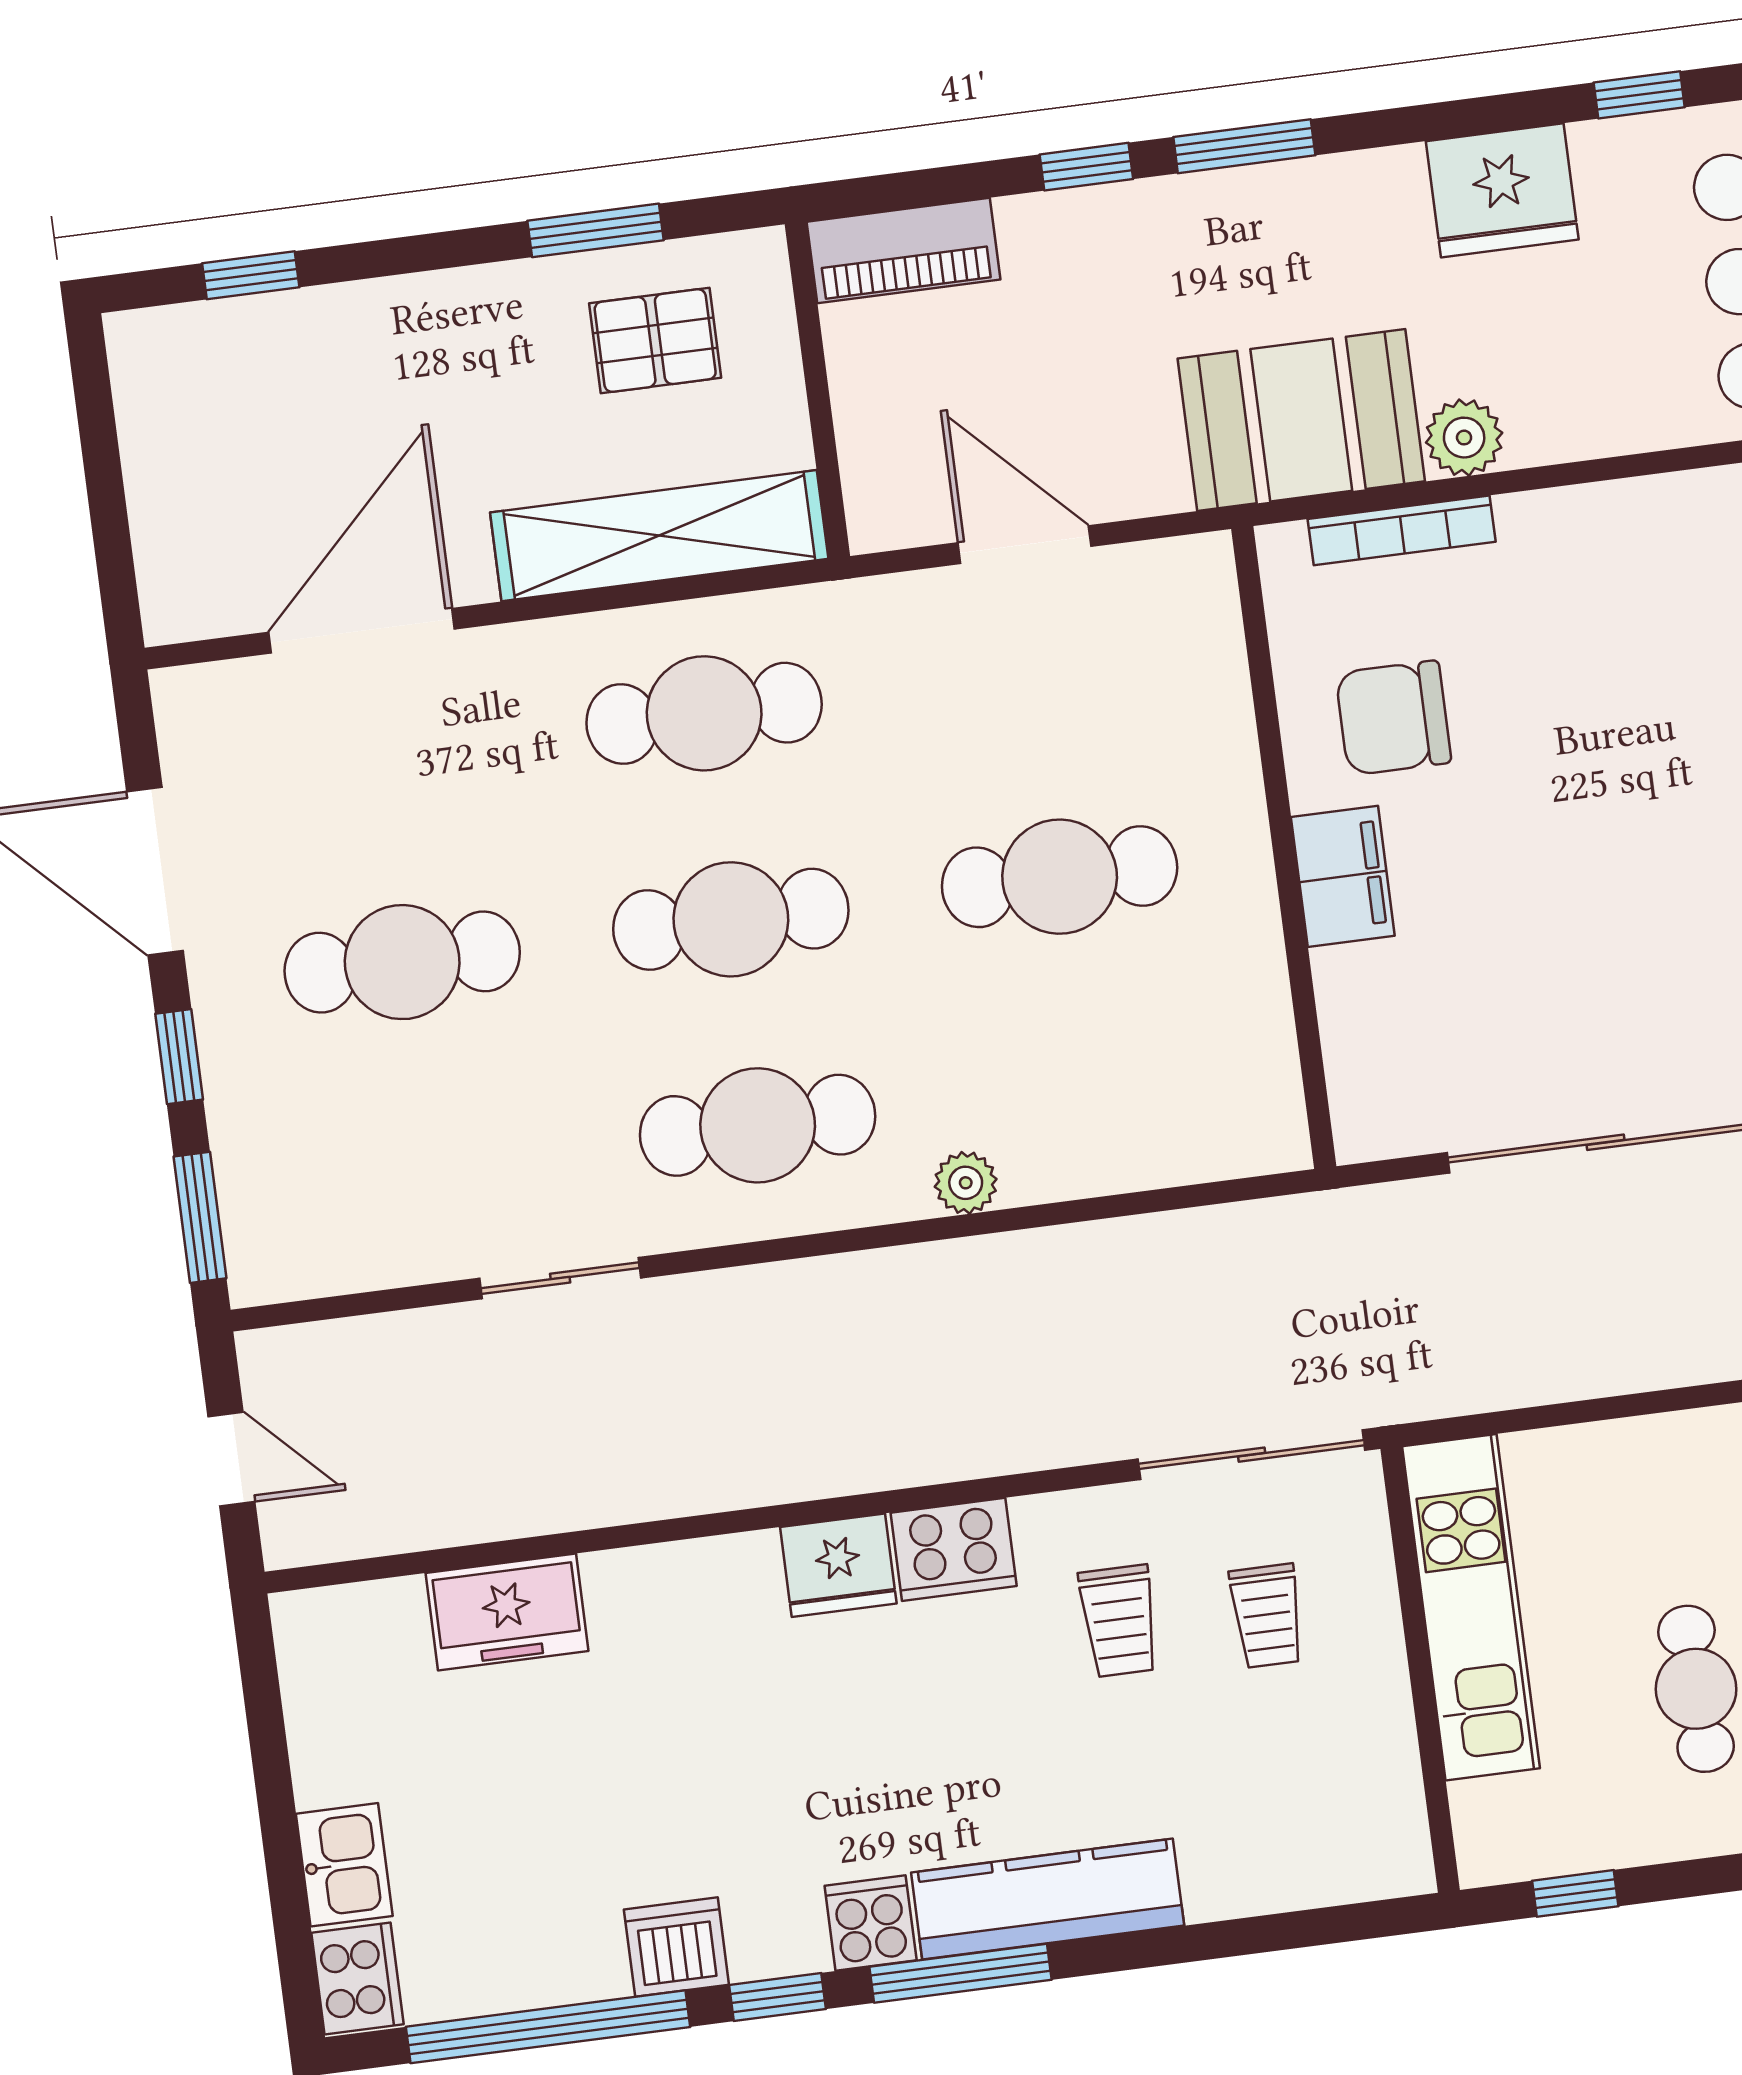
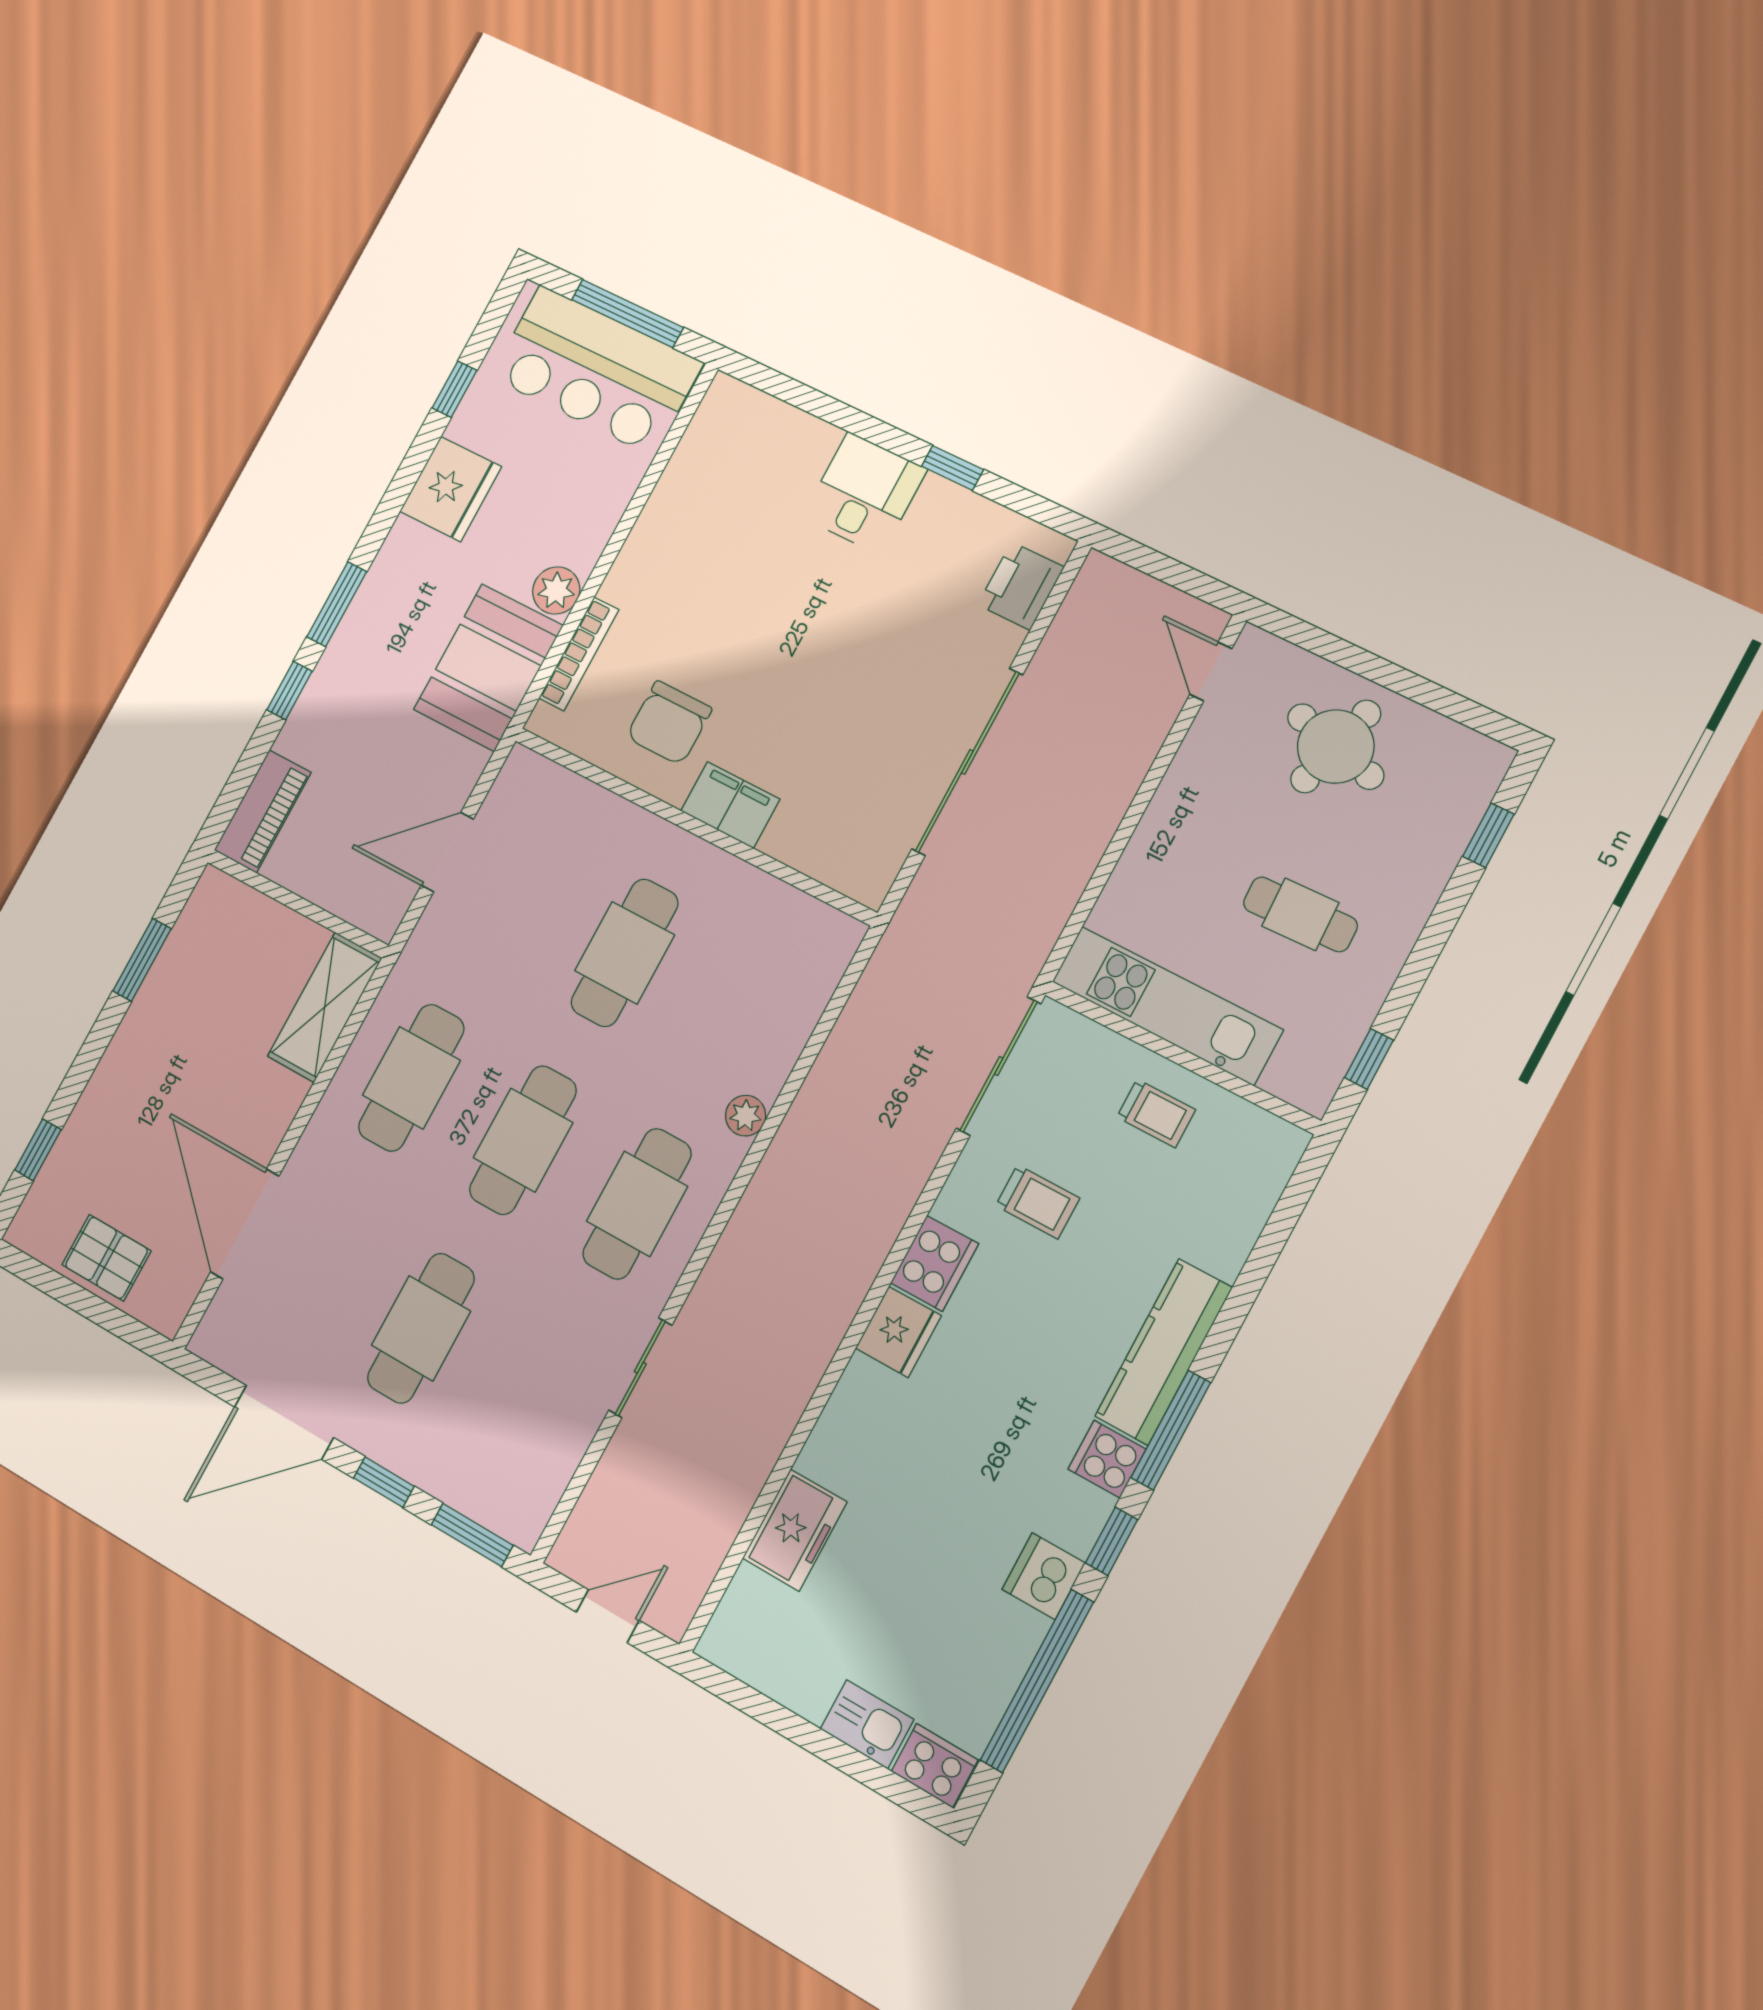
pallet: (655, 341) -> (107, 1258), moved, turned 90
shelving: (659, 536) -> (325, 1007), width x0.68
trolley: (1267, 1616) -> (1156, 1113), moved

